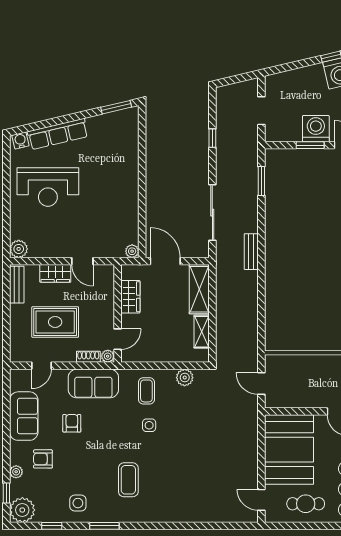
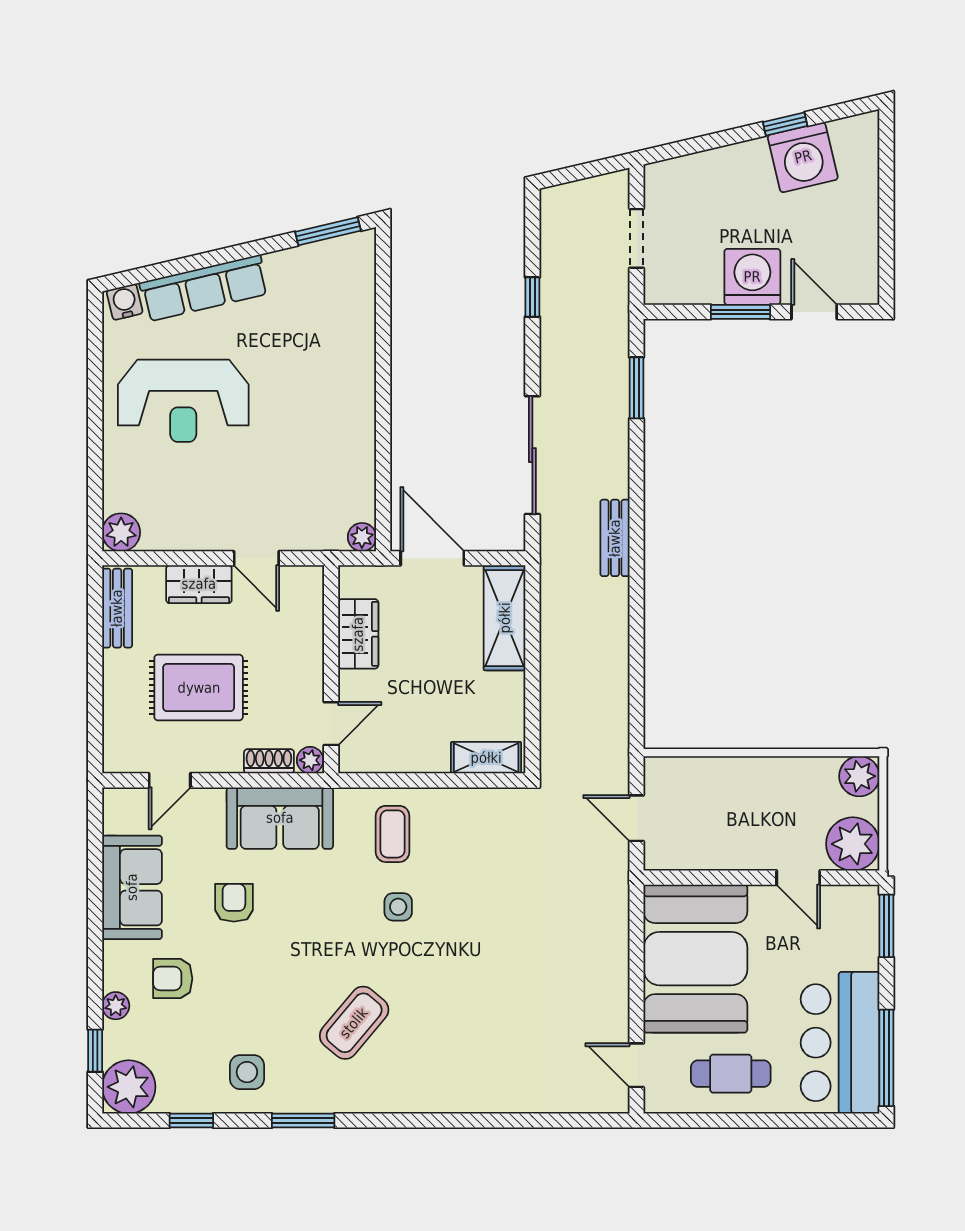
shelving: (202, 332) -> (486, 758), moved, turned 90
plant: (185, 378) -> (474, 805), removed
coffee table: (128, 480) -> (354, 1023), turned 40

